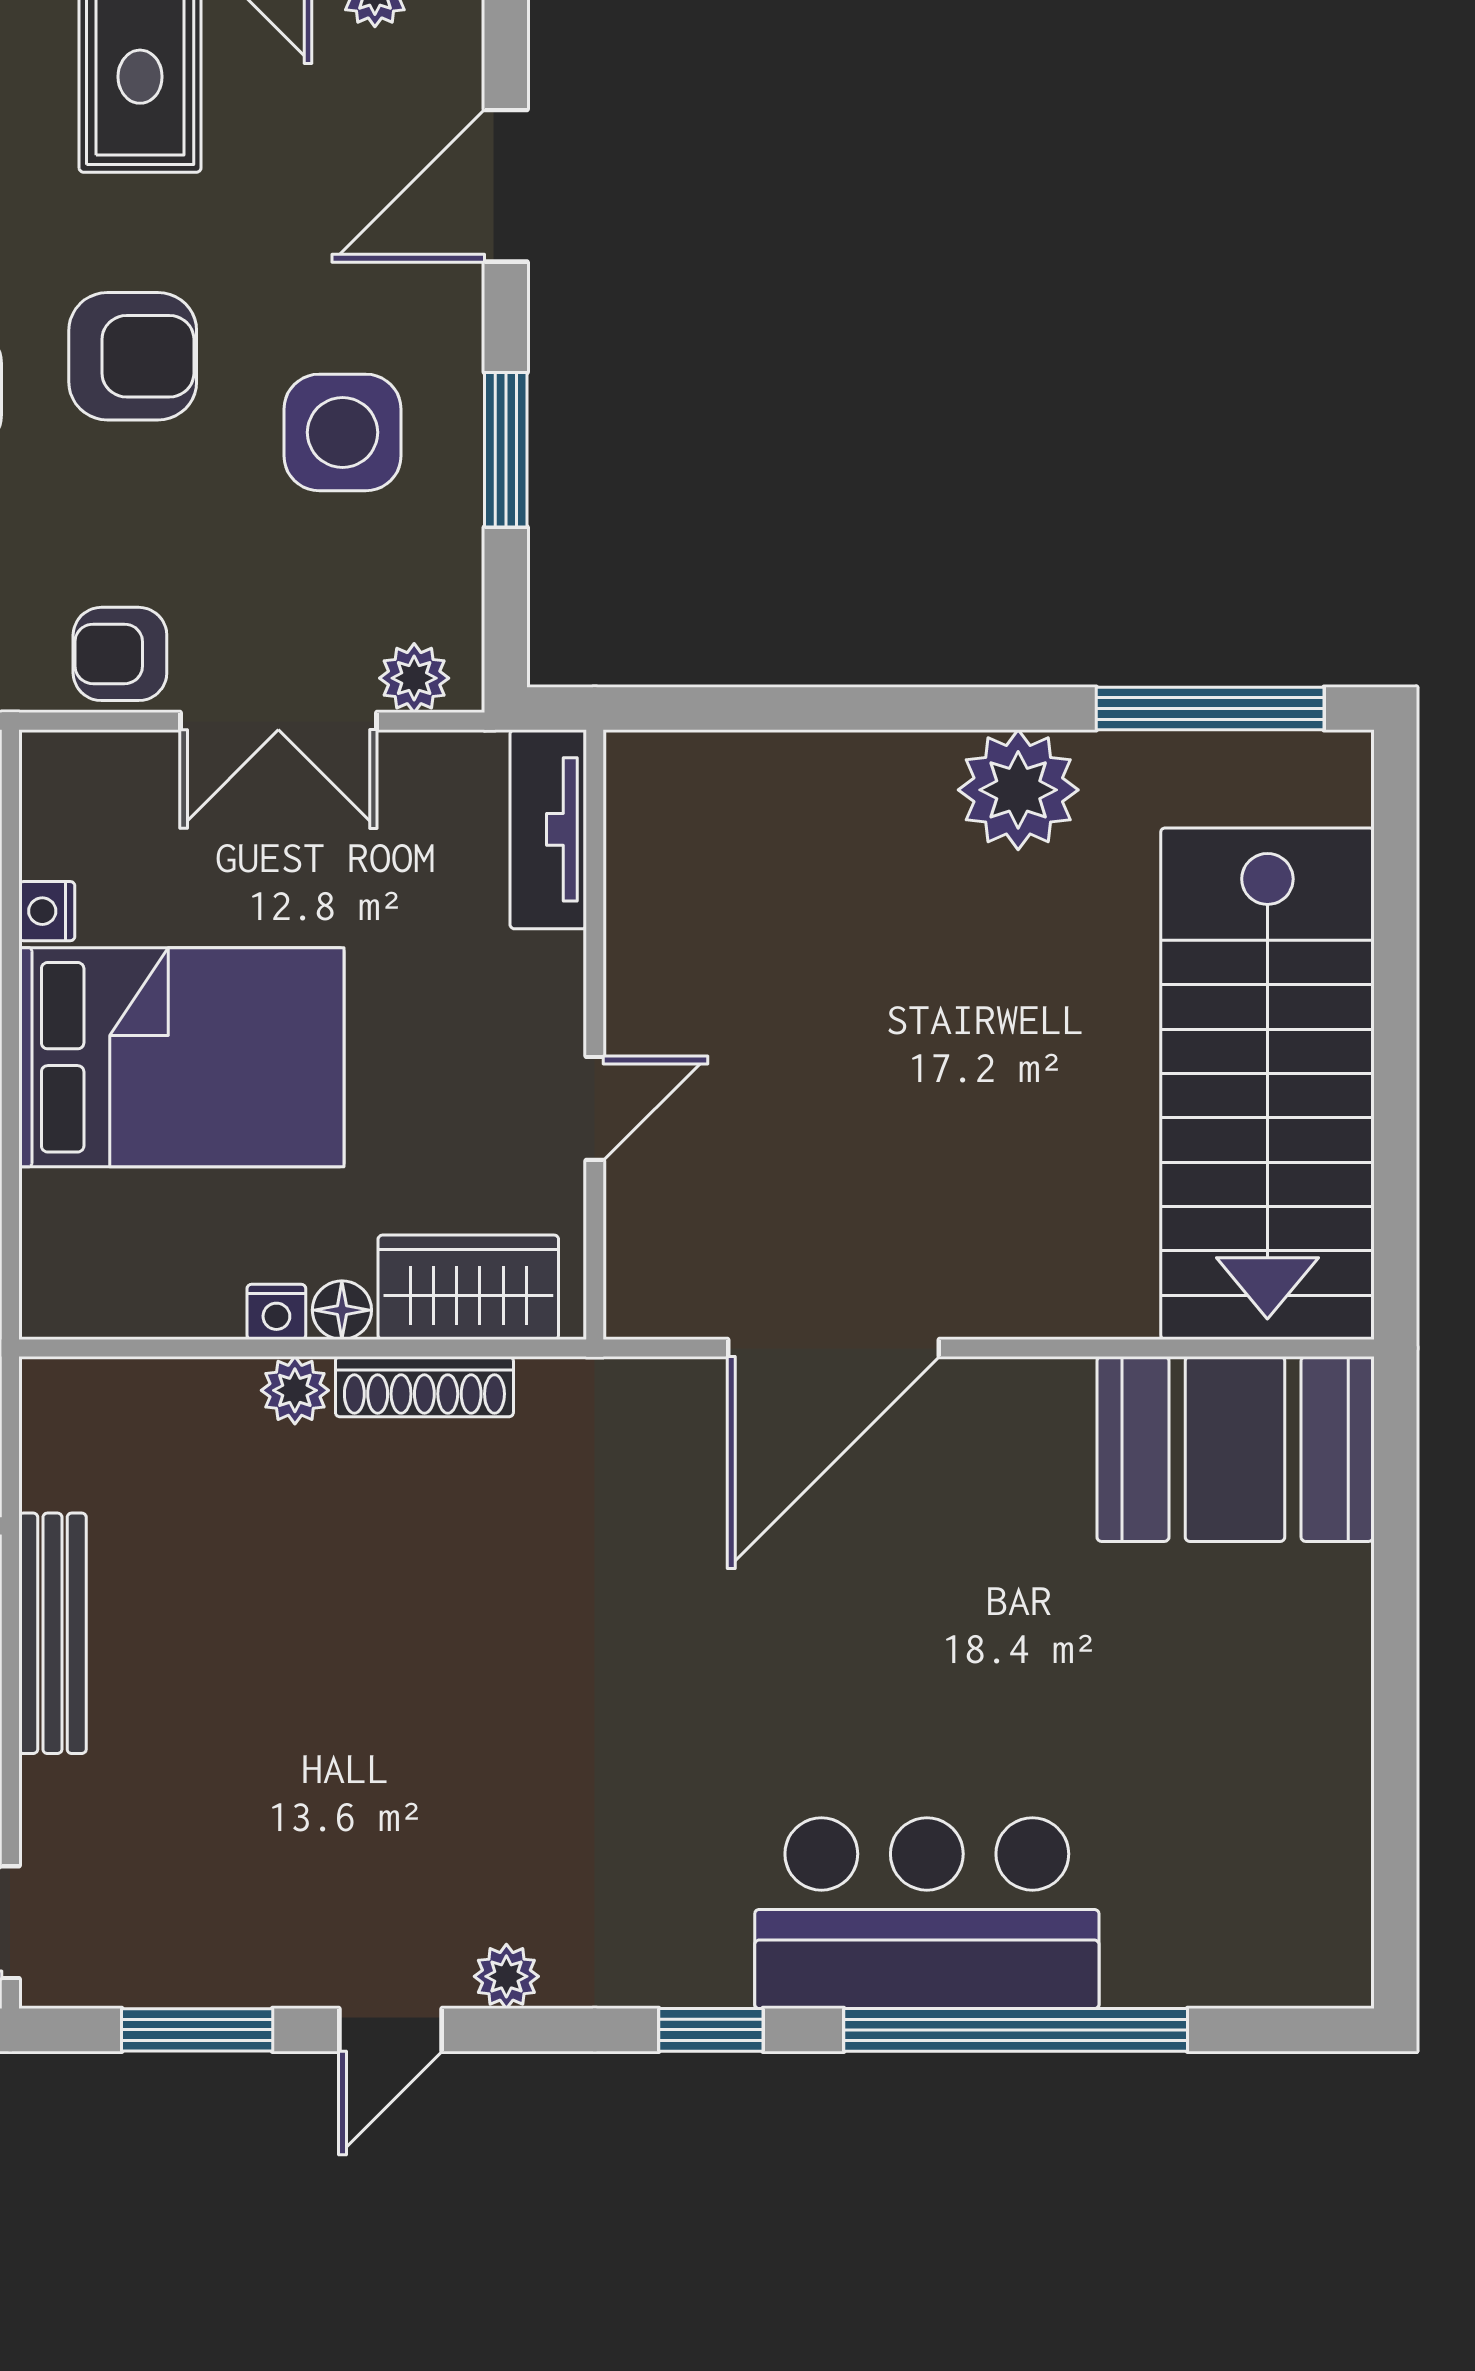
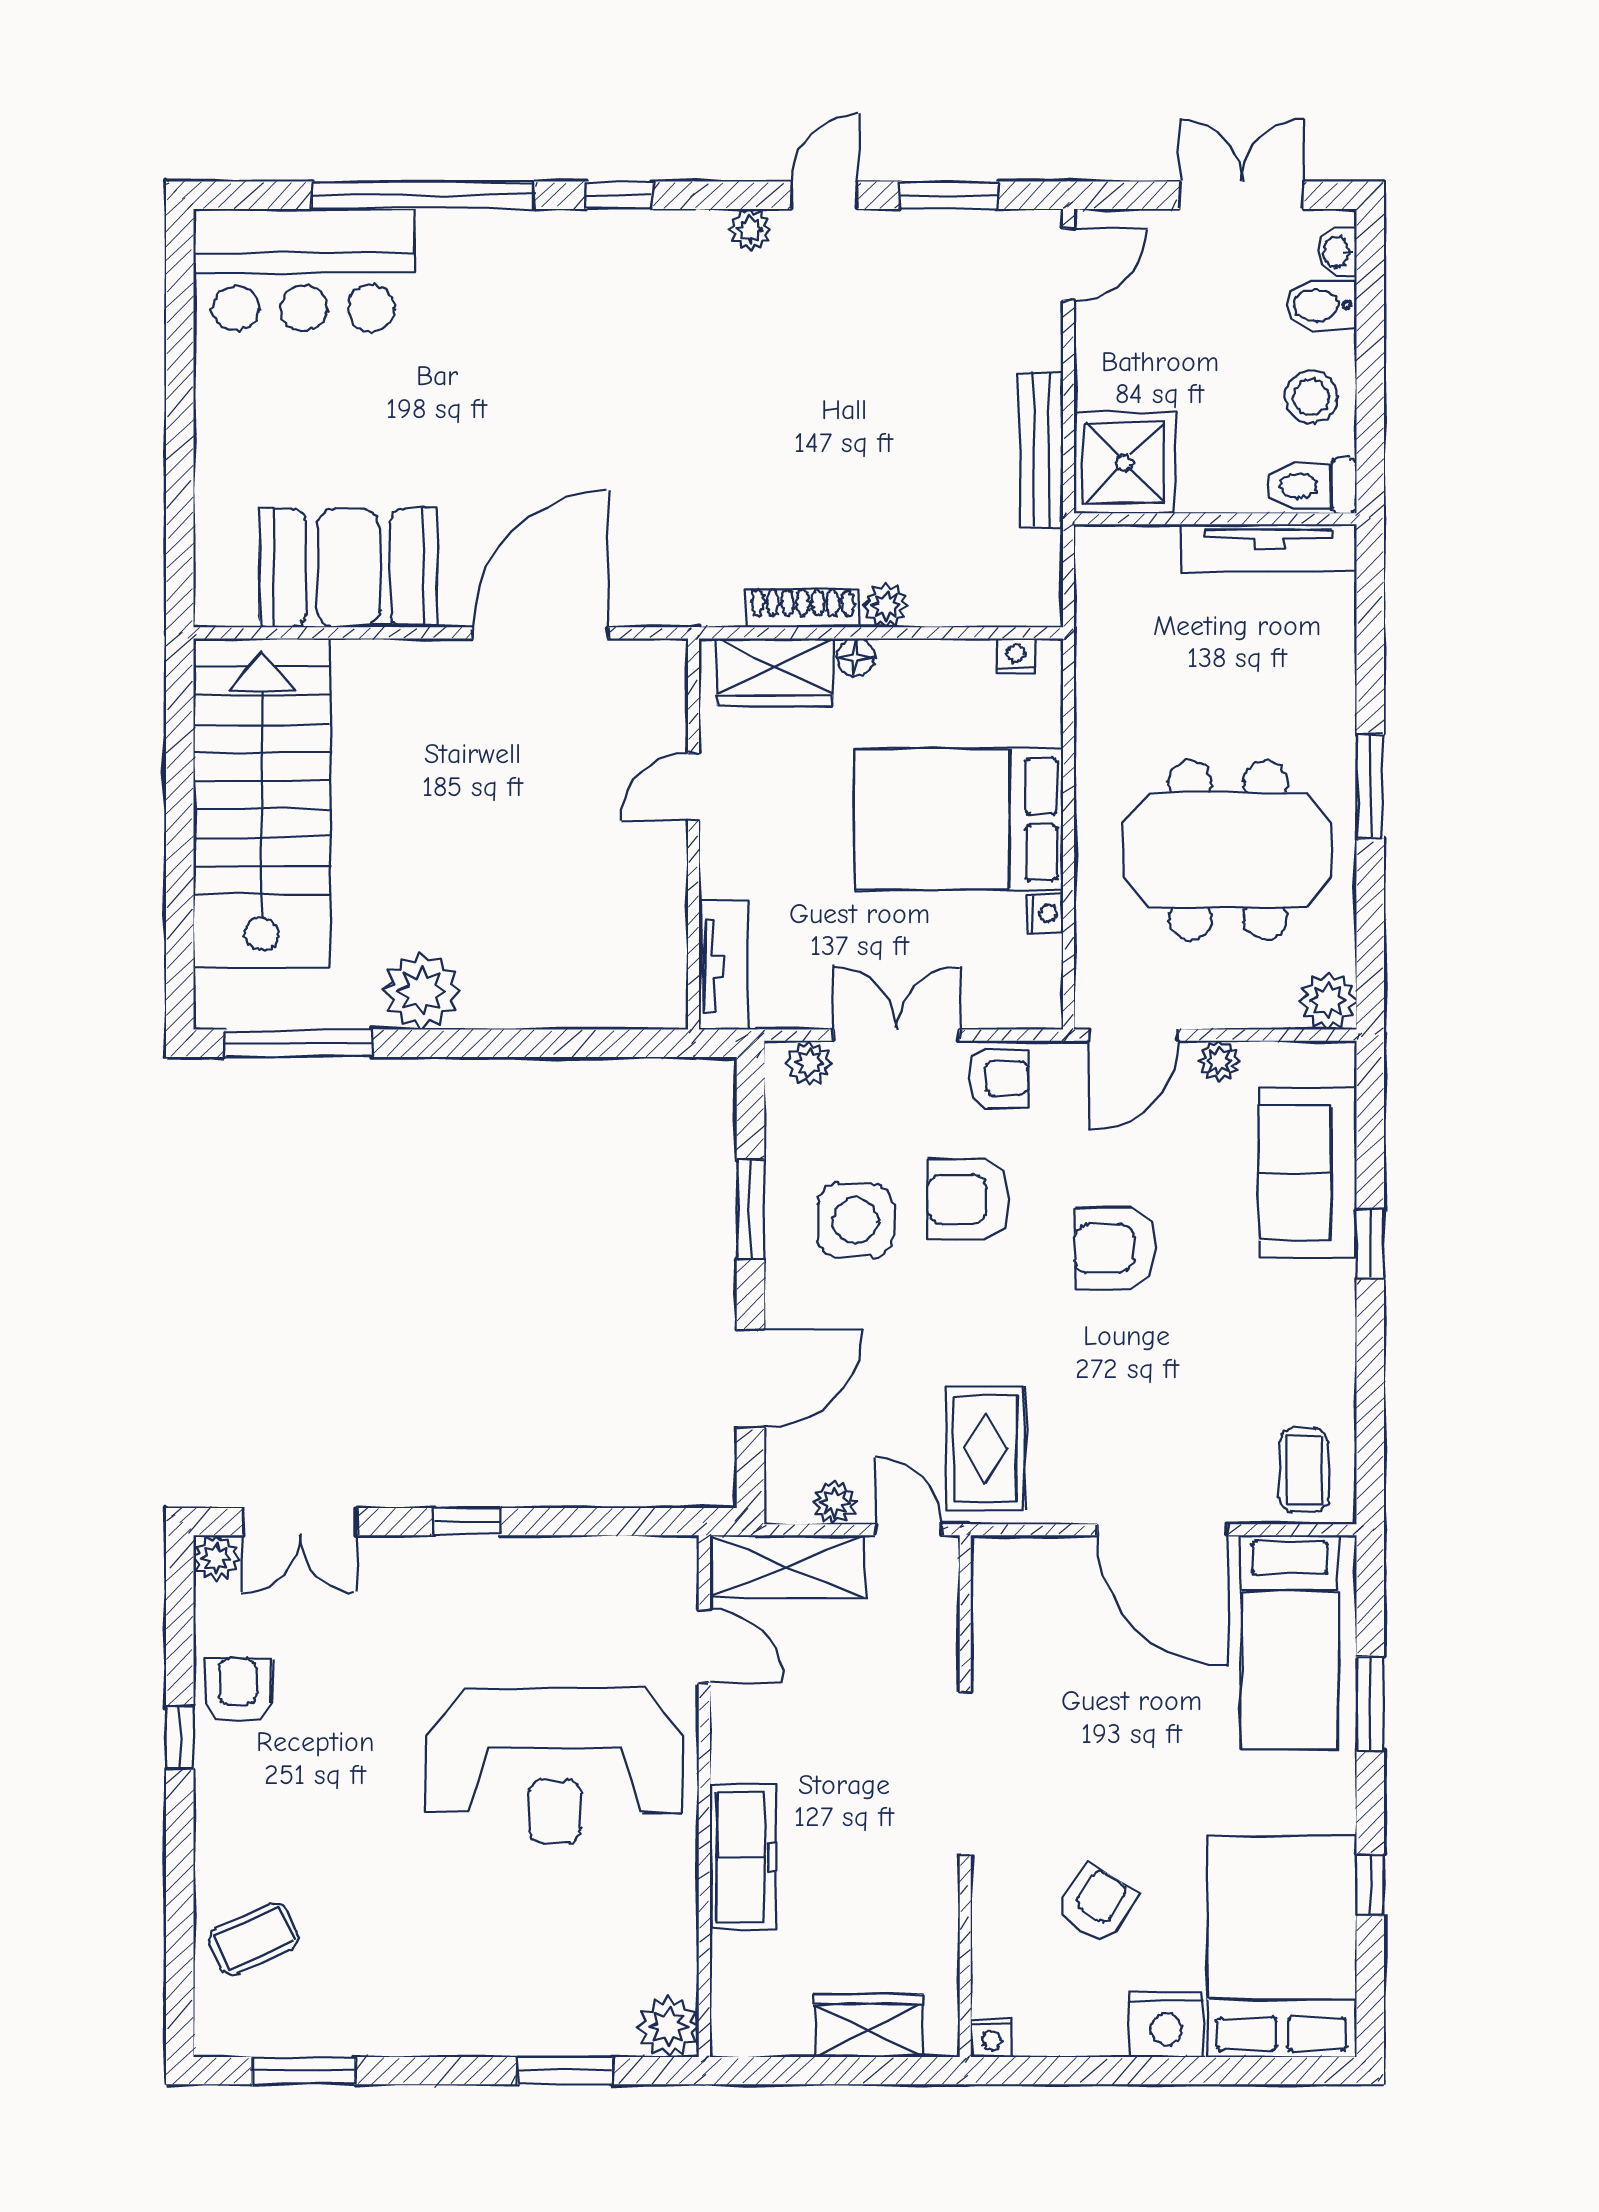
armchair: (133, 356) -> (969, 1199), moved
nightstand: (276, 1312) -> (1016, 656), moved
booth: (1235, 1449) -> (348, 568), moved
bar counter: (927, 1913) -> (304, 270), moved

